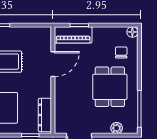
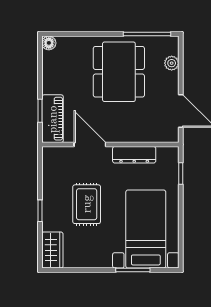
chair: (121, 52) -> (75, 57), removed
dining table: (110, 87) -> (119, 72), width x1.38
dresser: (45, 115) -> (134, 155), moved

